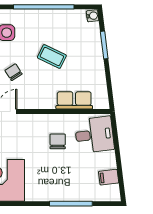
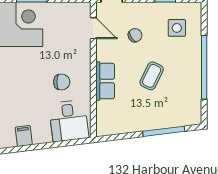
water cooler: (93, 16) -> (195, 119), removed
window: (104, 45) -> (164, 131), width x1.44
row of seats: (74, 100) -> (105, 81), moved

